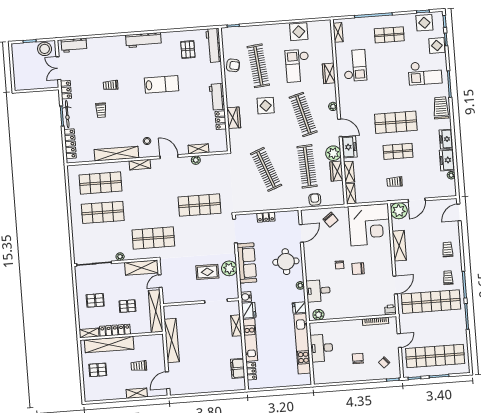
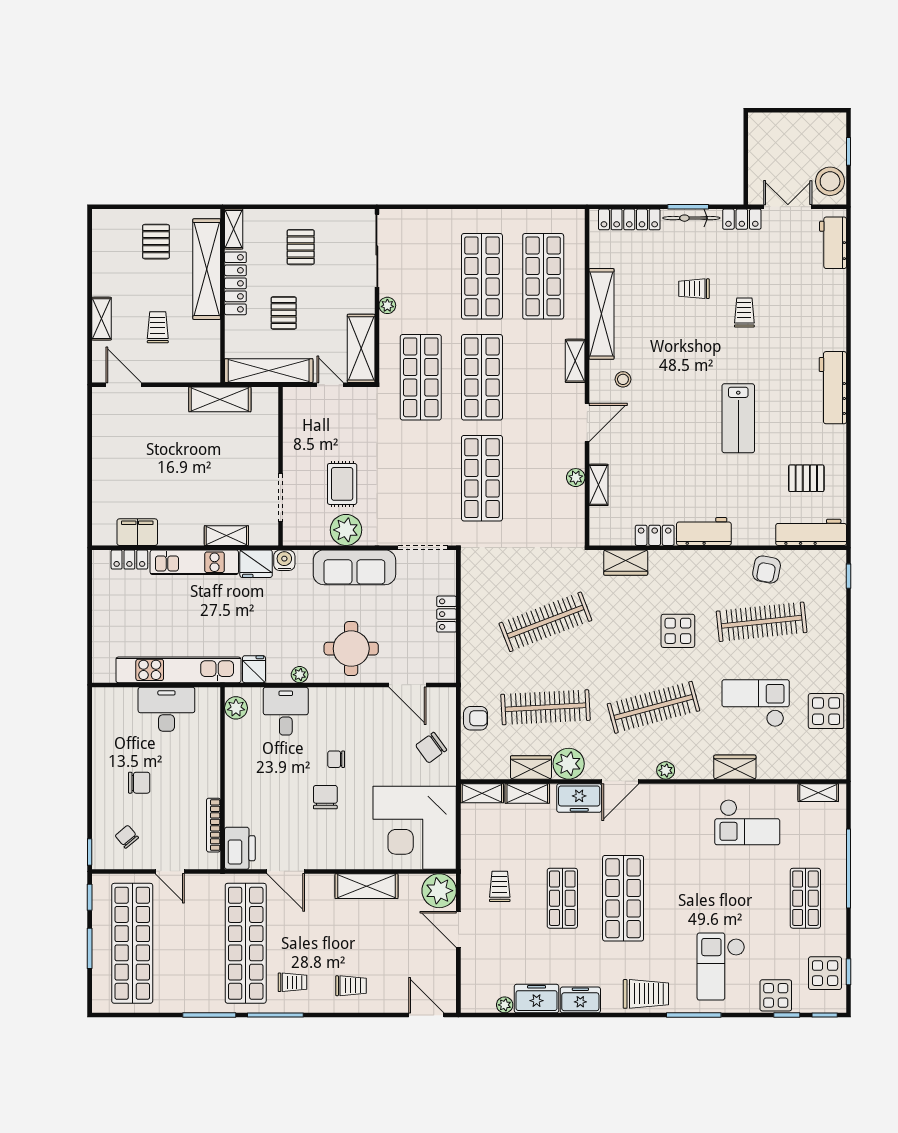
wardrobe: (234, 118) -> (626, 563), moved
shop shelf: (151, 209) -> (482, 377), added
printer: (391, 310) -> (240, 848), width x1.87, depth x1.48
shelving: (172, 341) -> (220, 399), width x0.68

